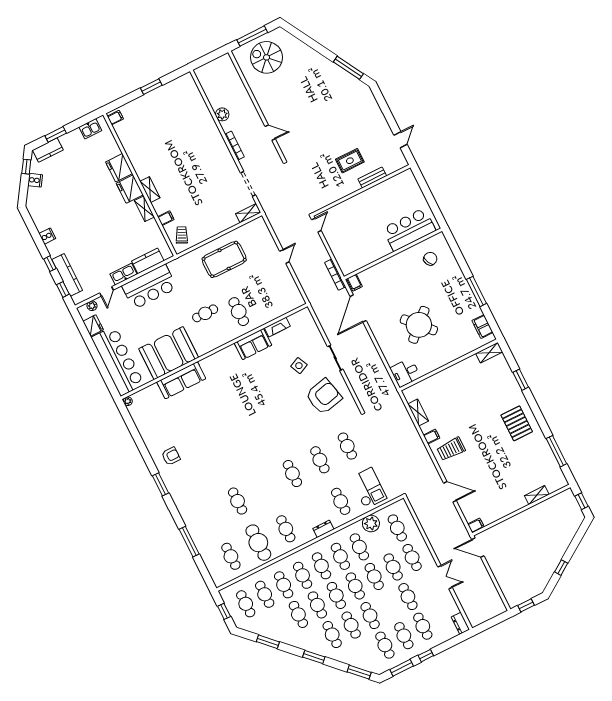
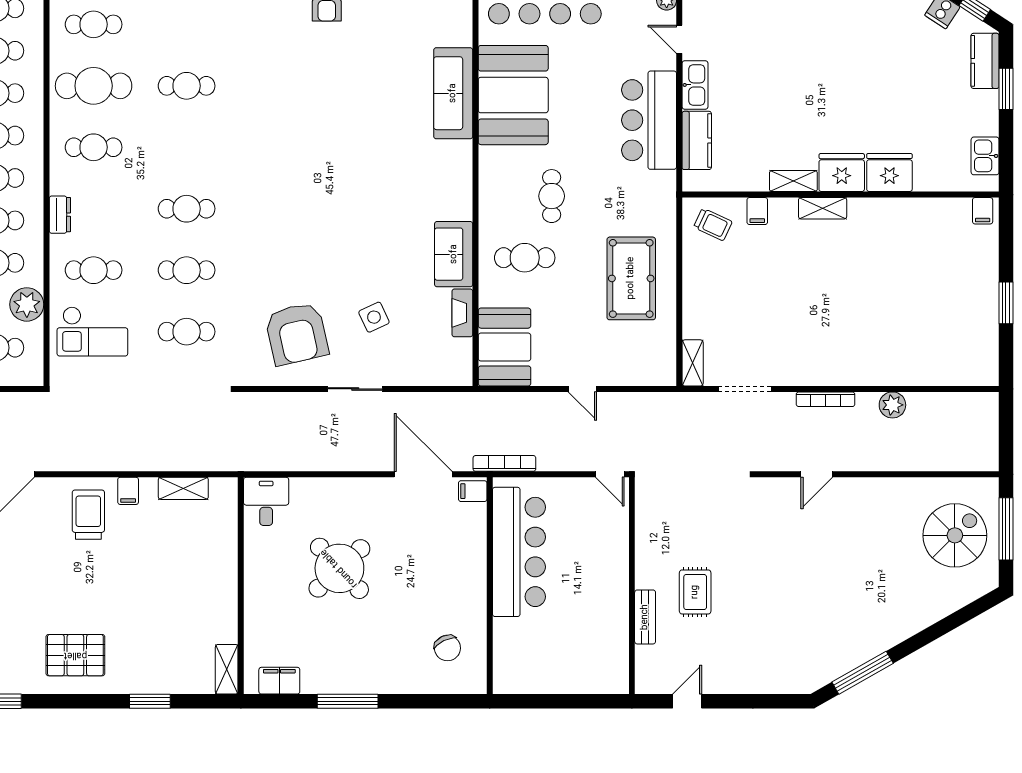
door: (401, 140) -> (687, 701), swing flipped
bar counter: (409, 229) -> (519, 552), moved, width x1.36
booth: (283, 301) -> (505, 347), added

